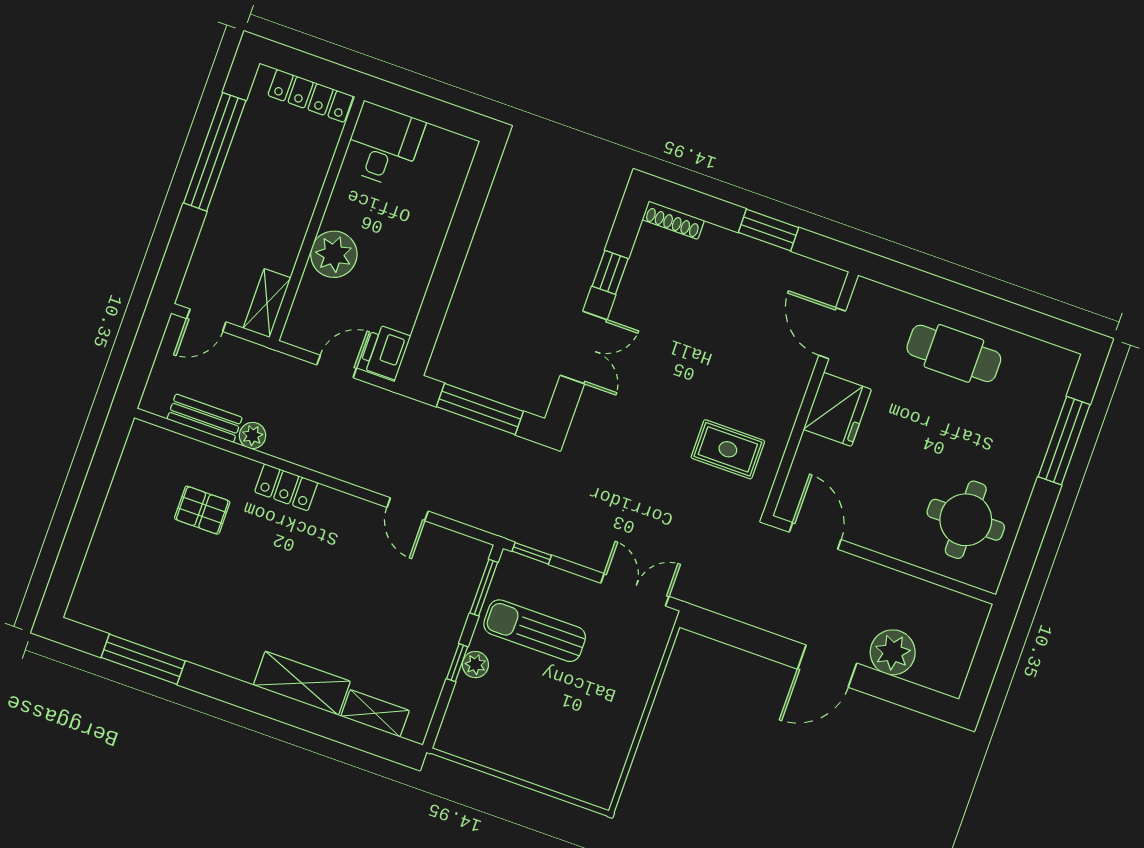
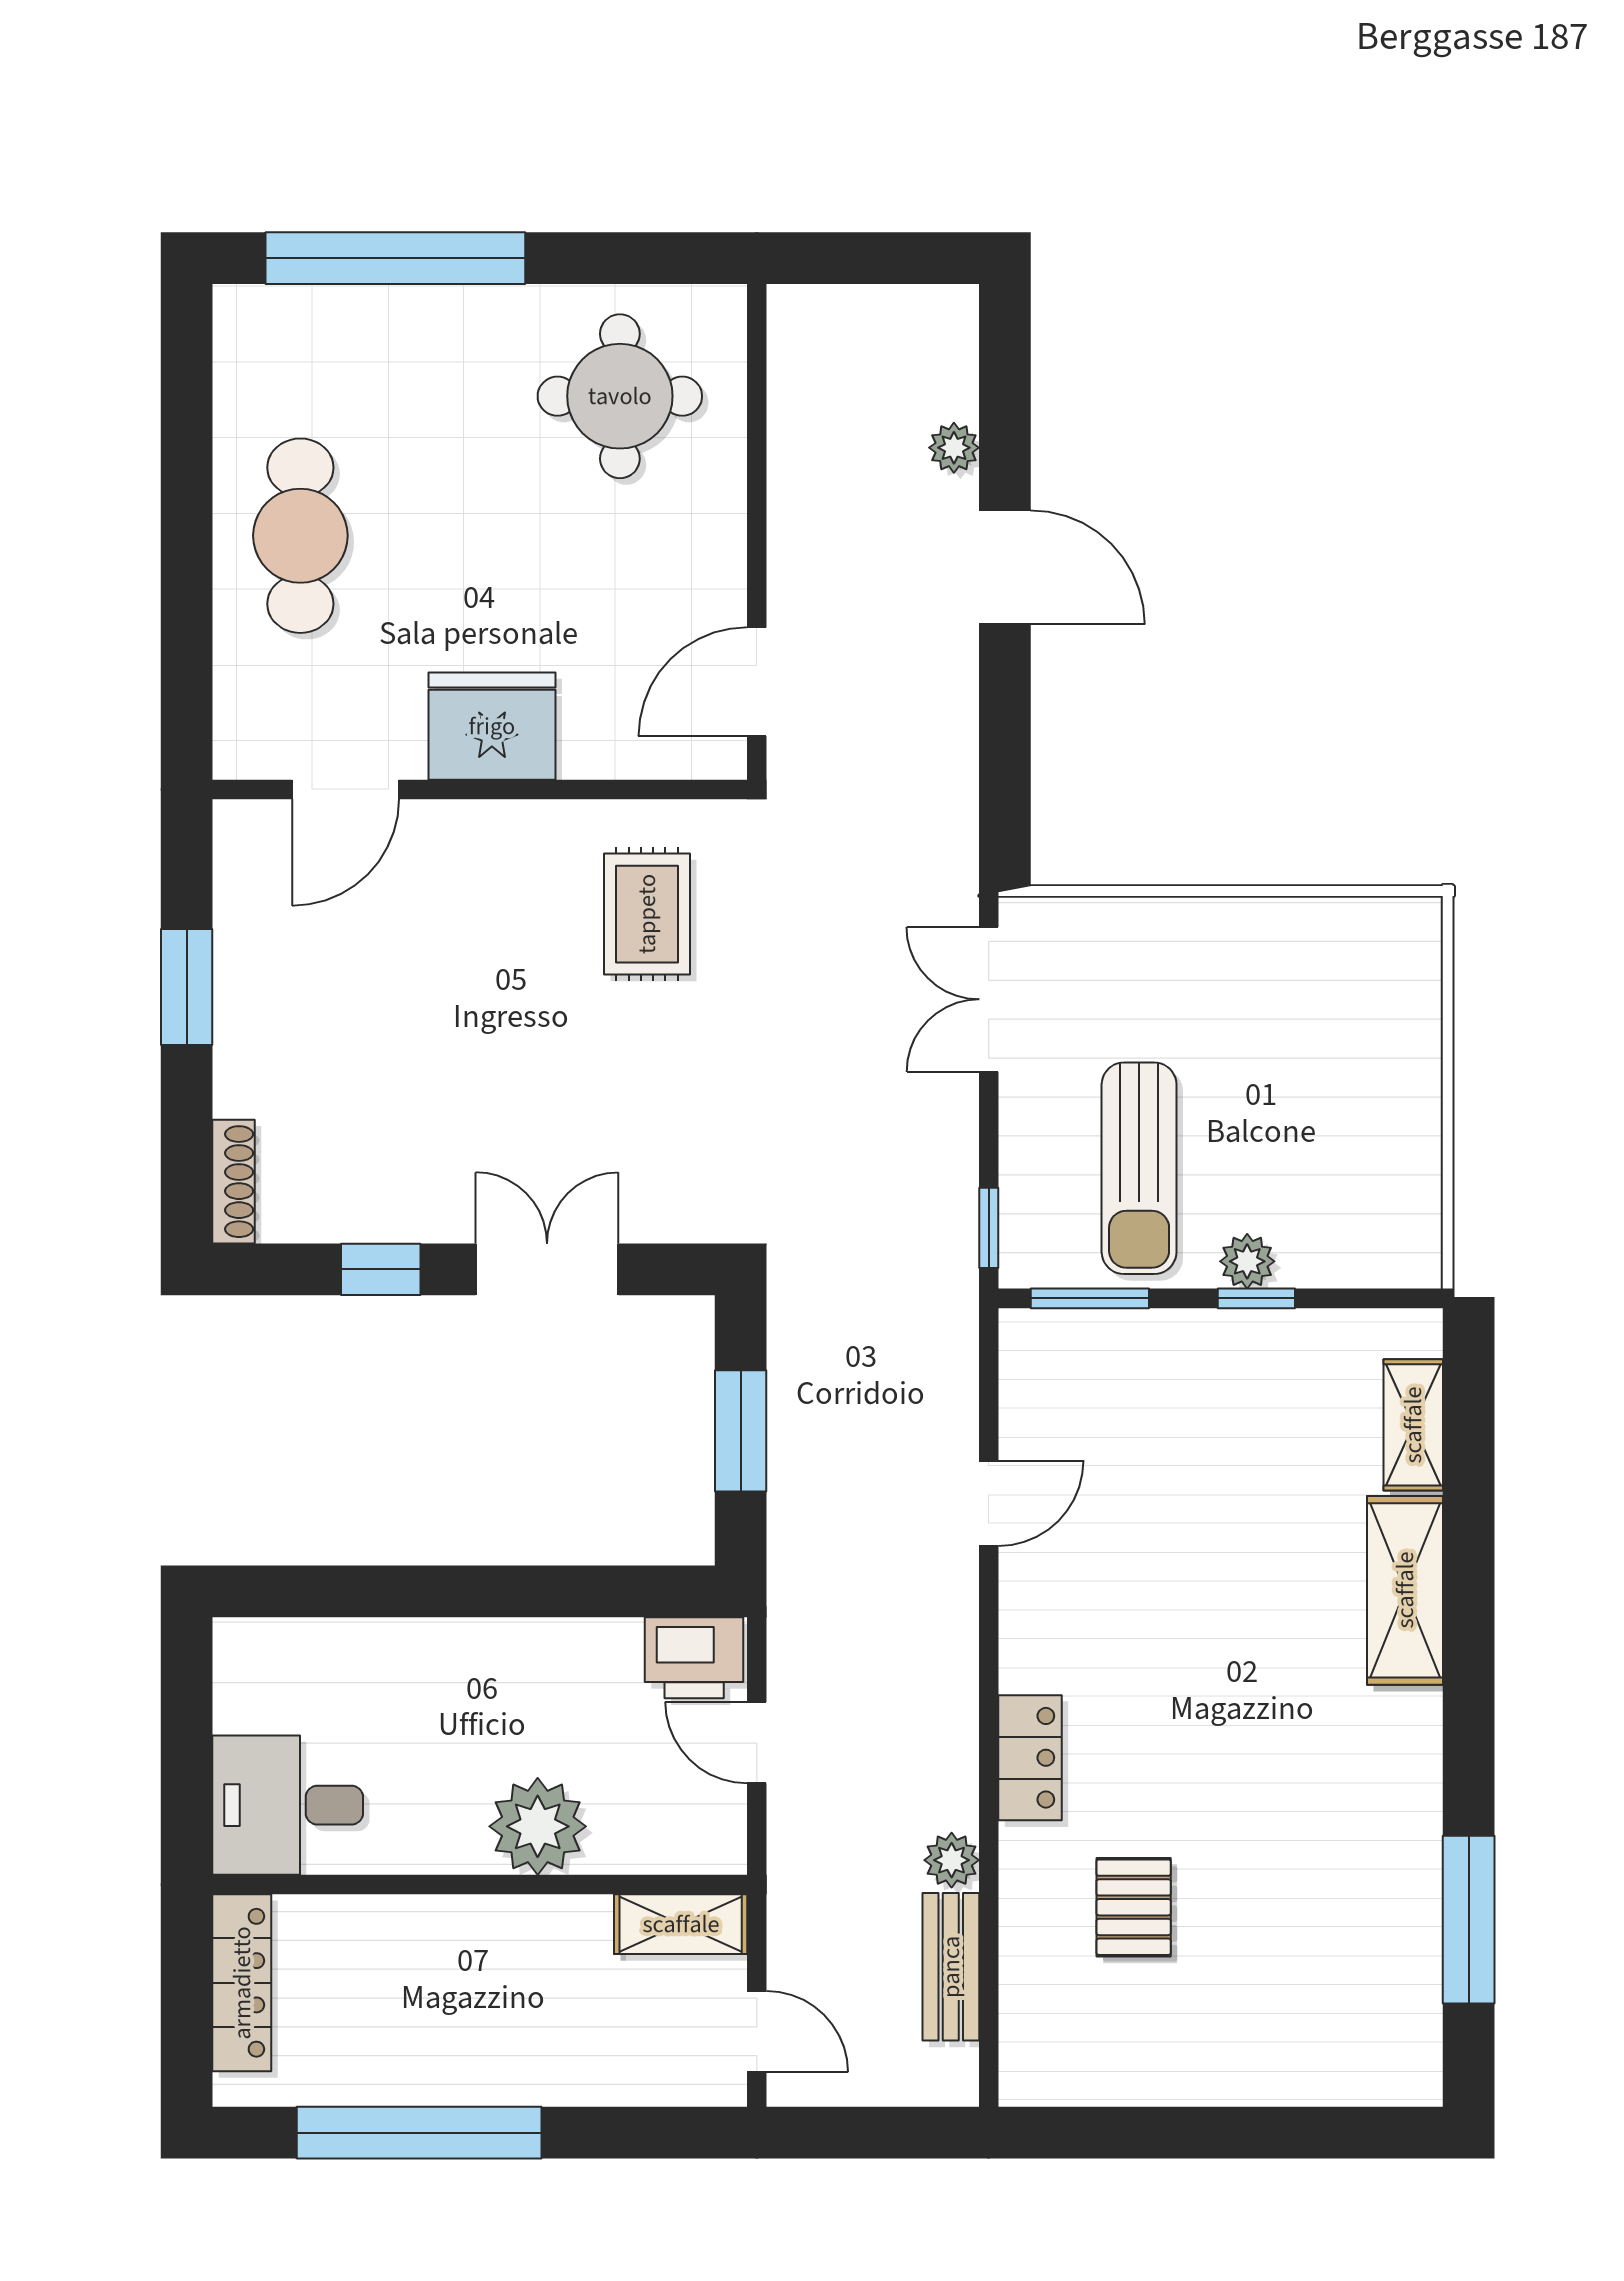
window: (480, 409) -> (741, 1431), width x0.69
window: (1064, 441) -> (395, 258), width x1.46
plant: (893, 652) -> (954, 448), width x0.53, depth x0.53

